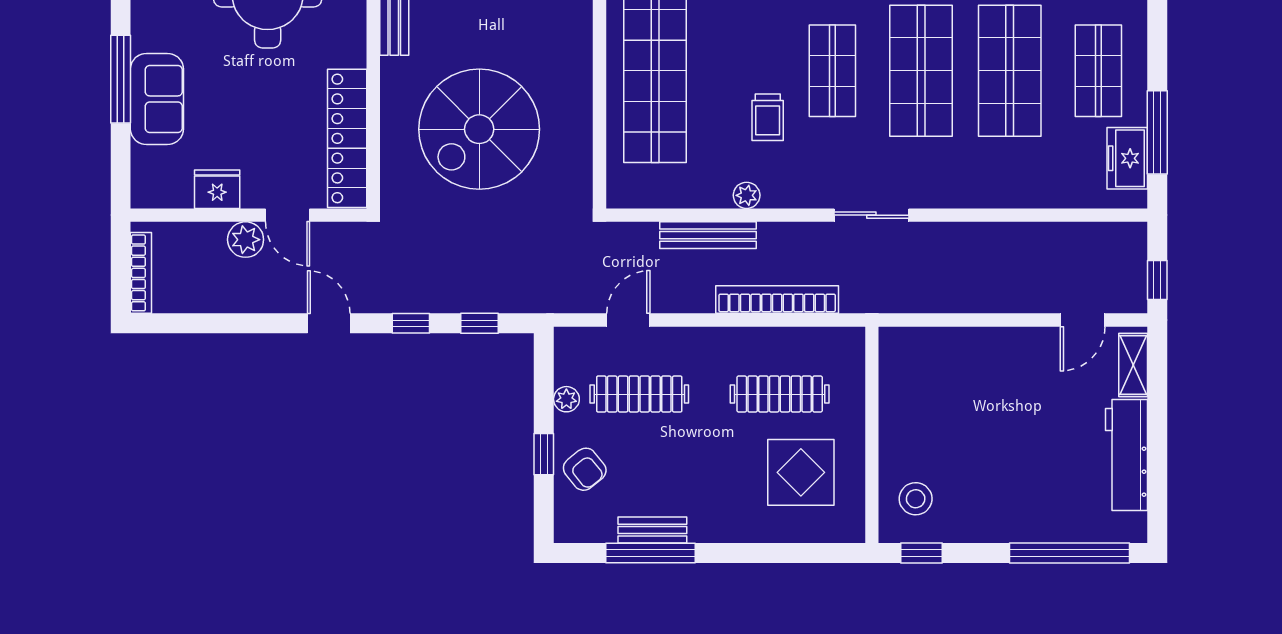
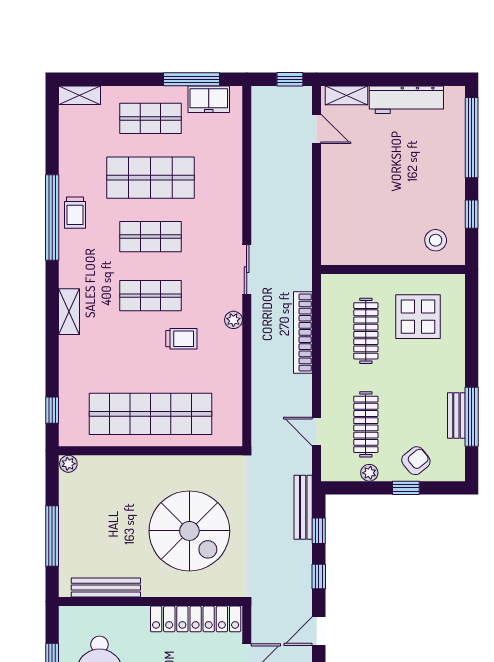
shop shelf: (921, 71) -> (150, 237), width x0.70, depth x0.74
plant: (747, 195) -> (233, 320), moved
bench: (708, 235) -> (303, 507), moved
window: (921, 553) -> (472, 214), moved

